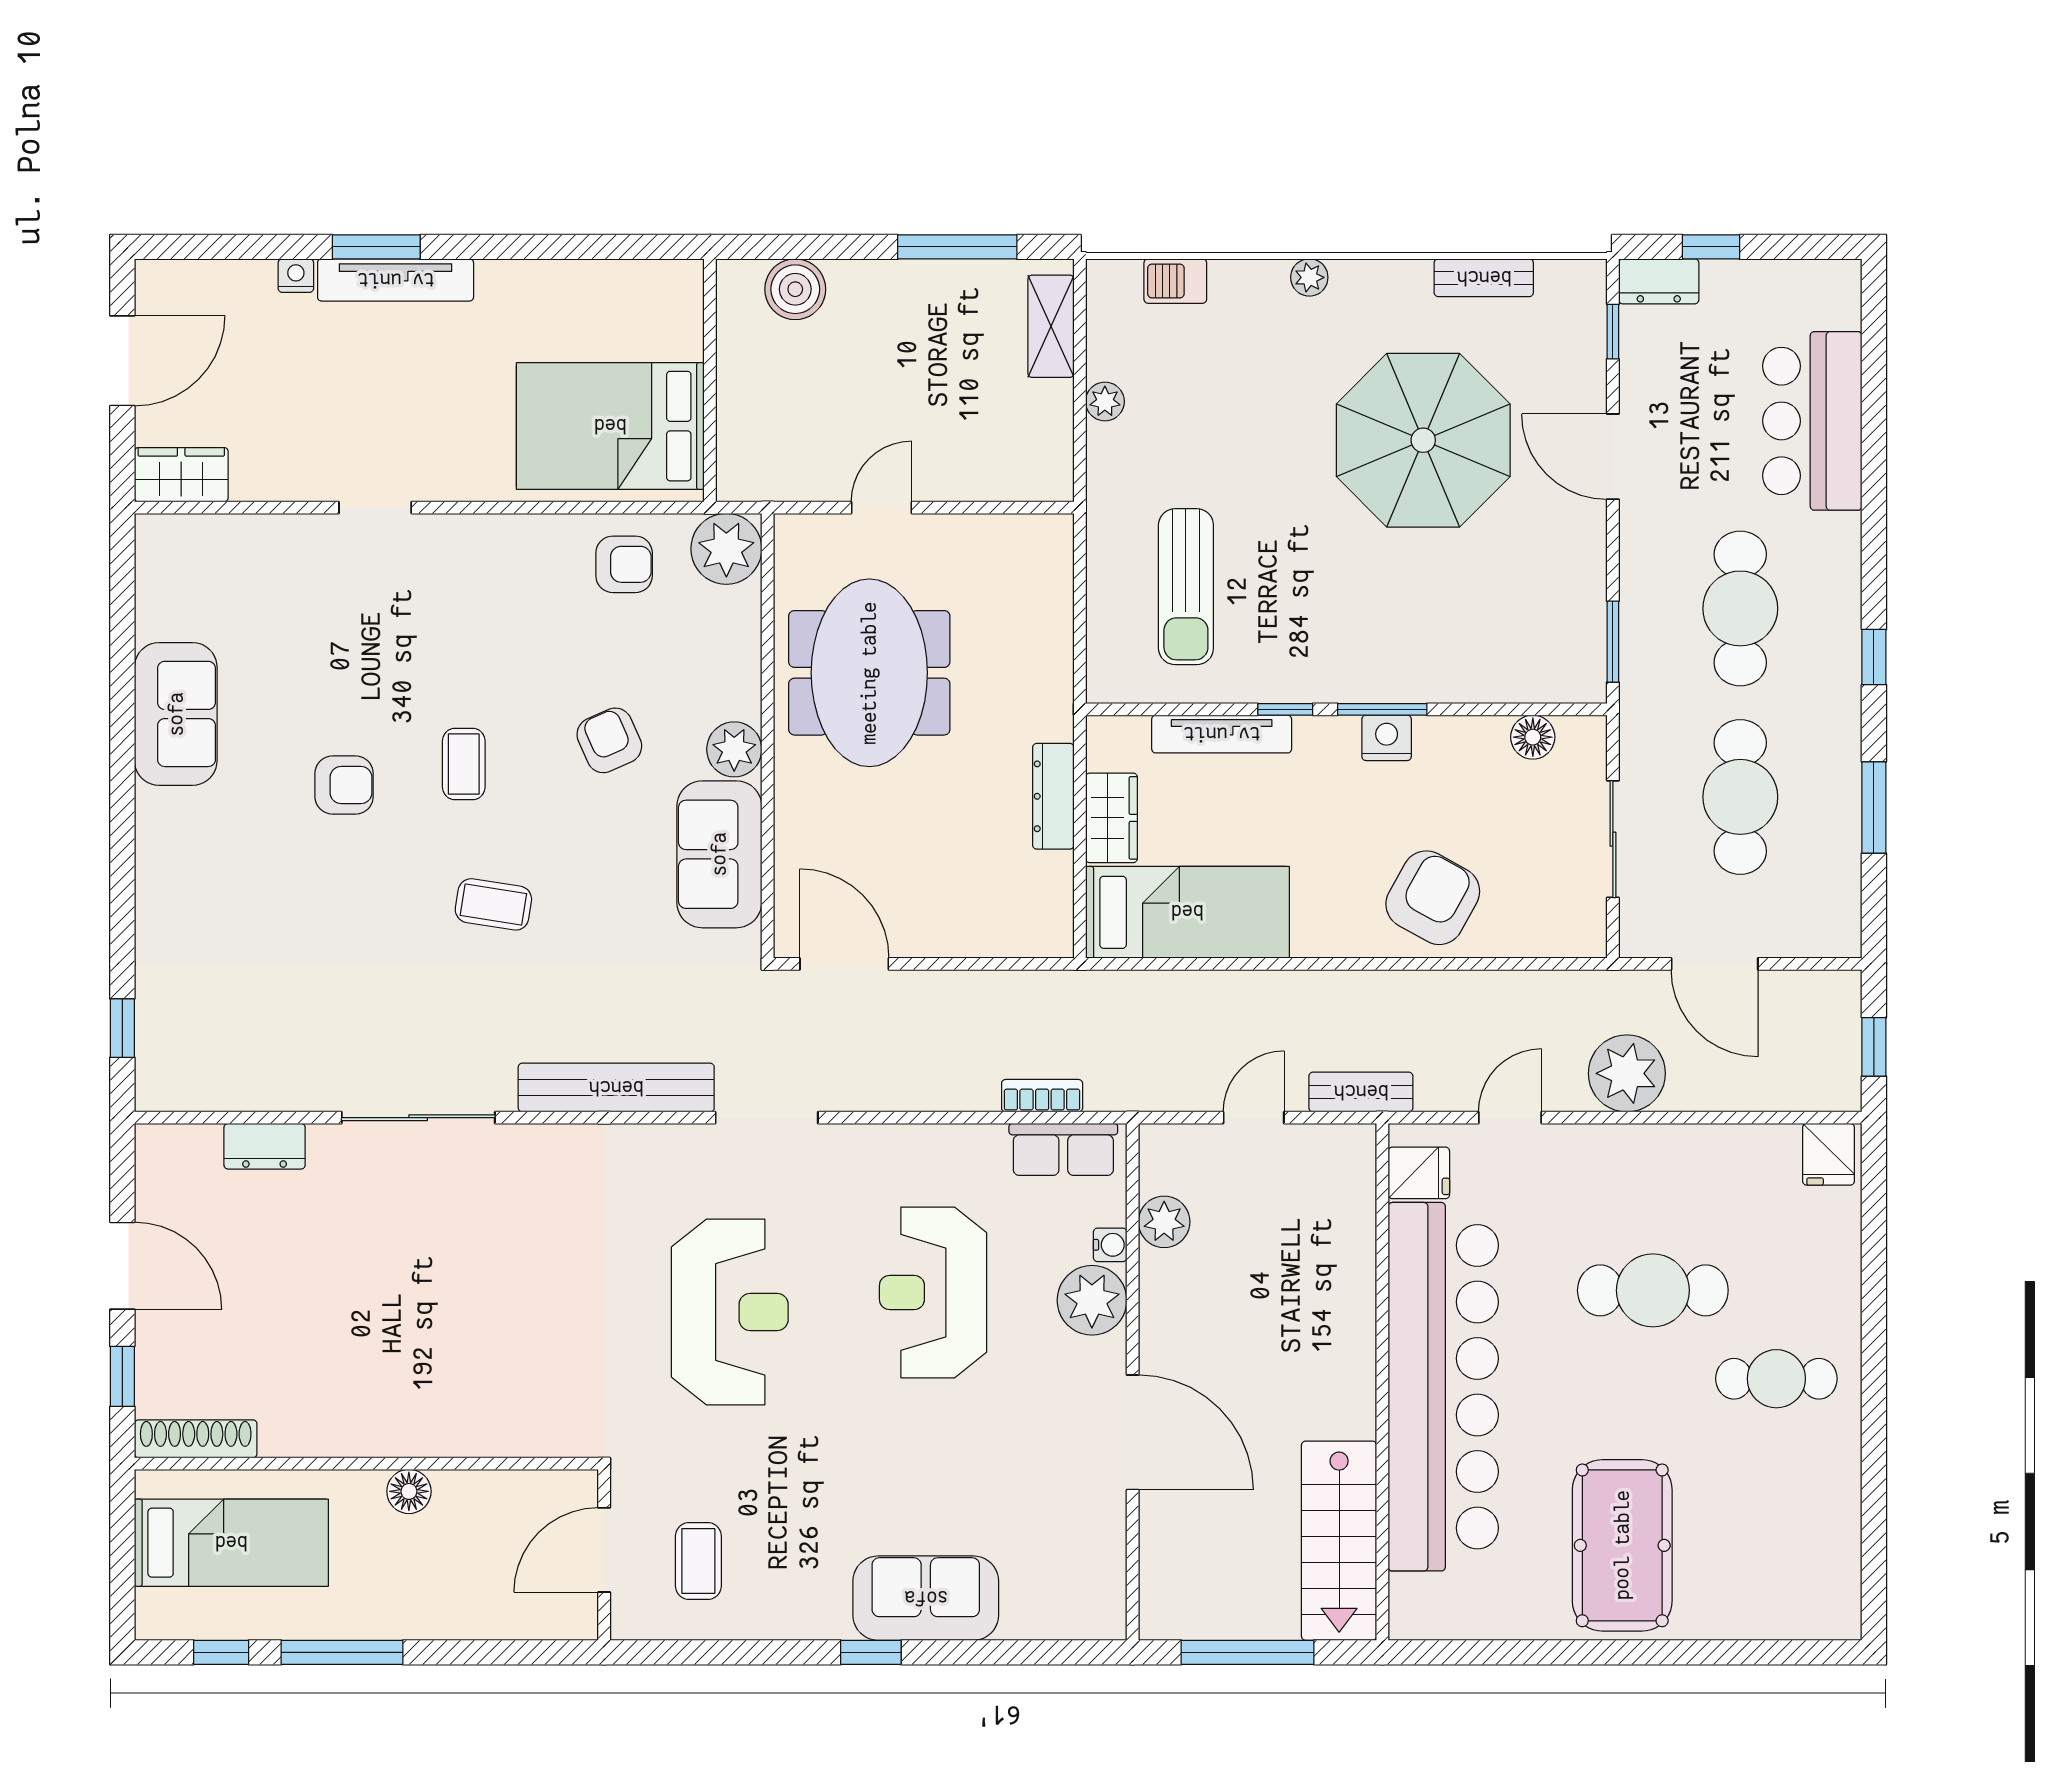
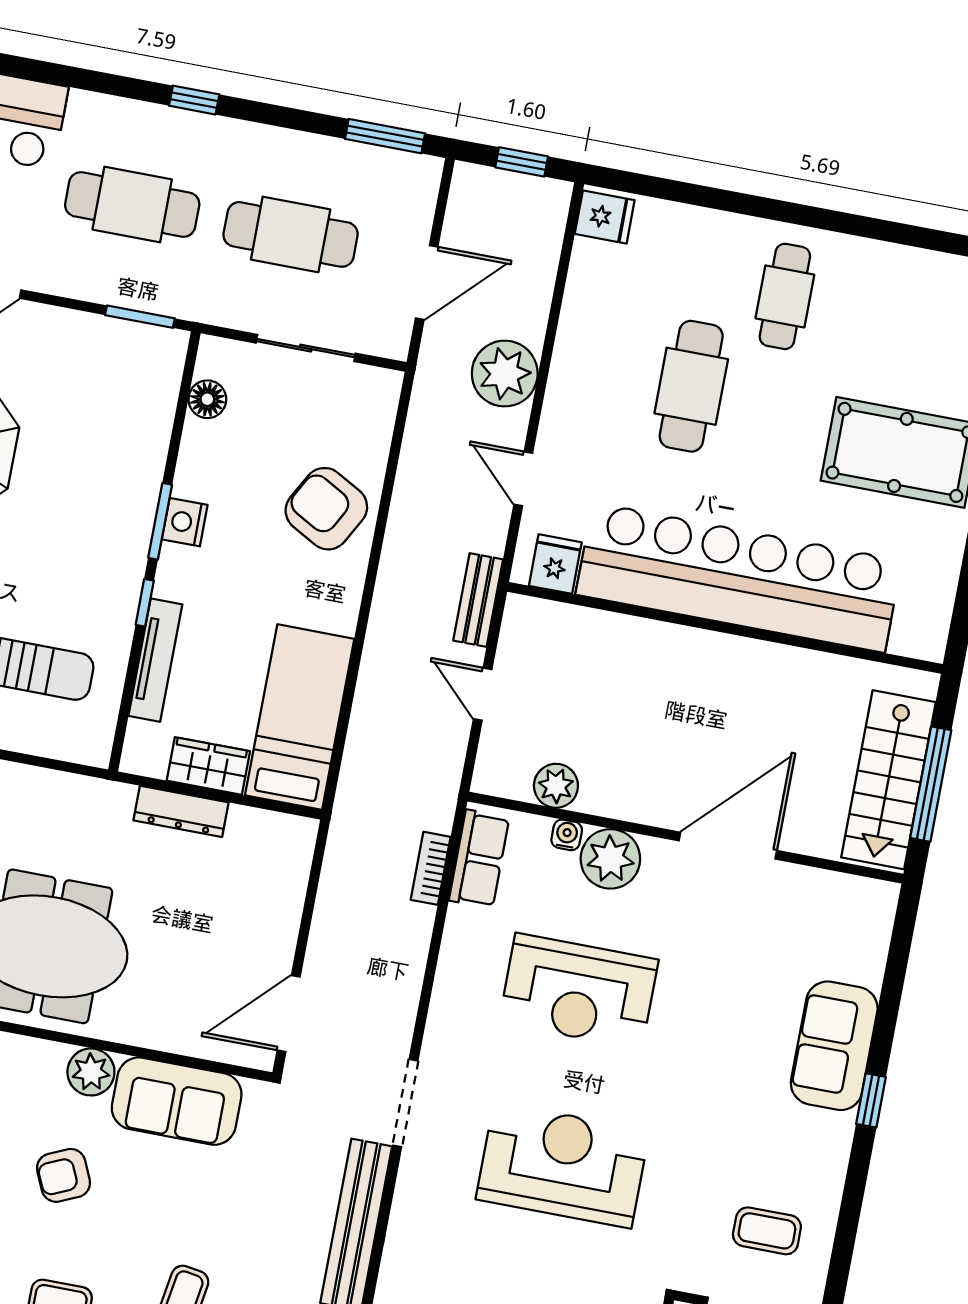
window: (1874, 807) -> (385, 136), moved
stairs: (1339, 1541) -> (888, 780), moved, turned 90

